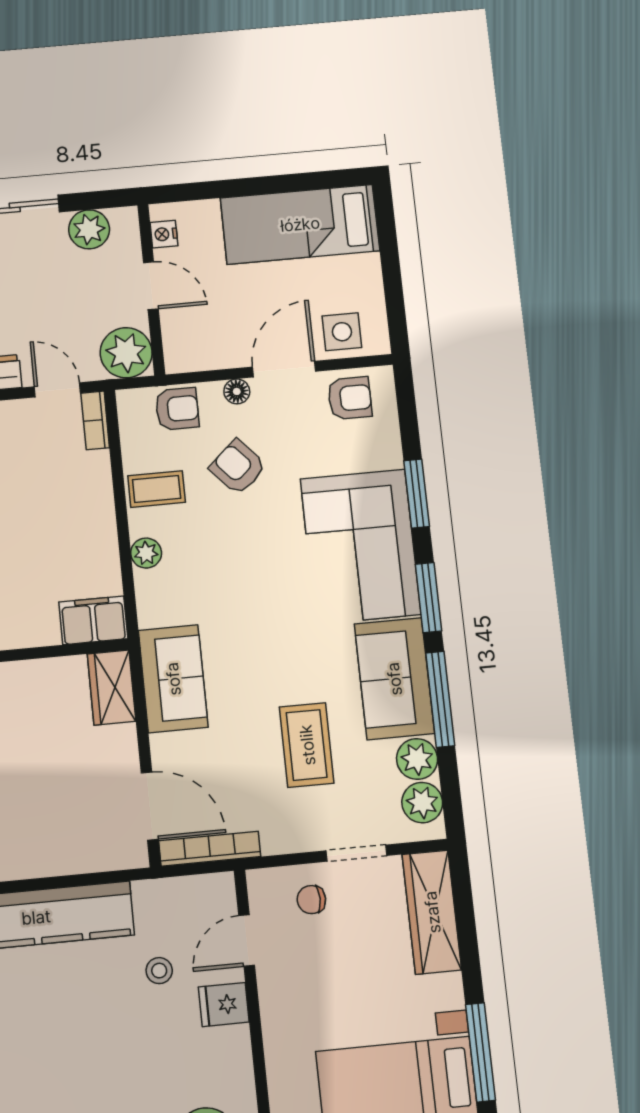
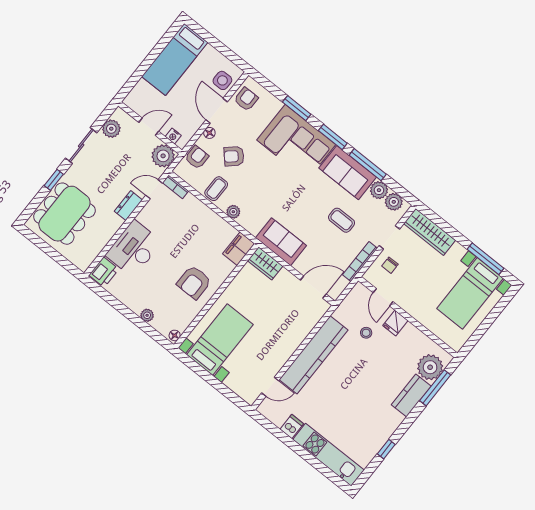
nightstand: (164, 234) -> (173, 136), moved
coffee table: (307, 745) -> (342, 220), width x0.73, depth x0.77
bookcase: (210, 849) -> (360, 261), moved

